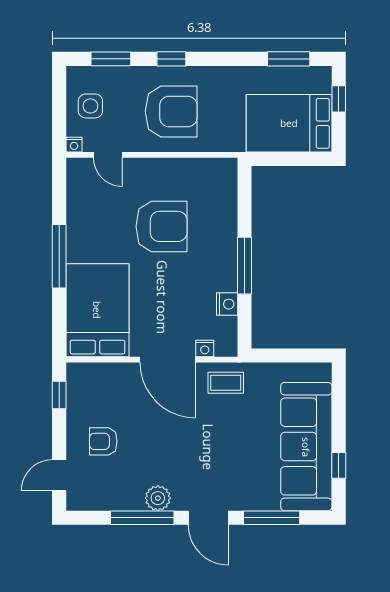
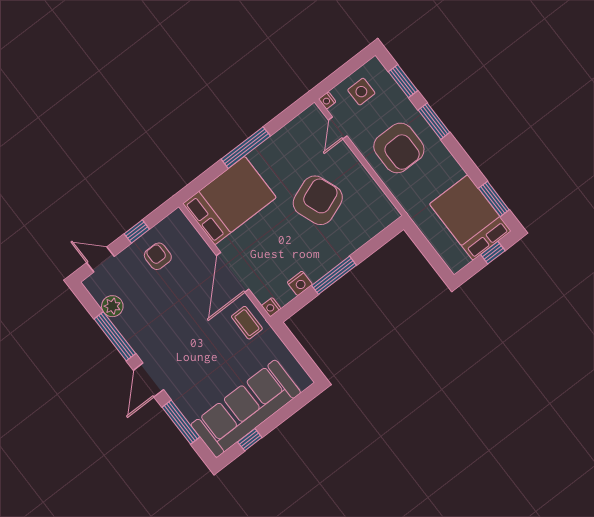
window: (171, 59) -> (434, 121), width x1.50
bed: (289, 123) -> (470, 218), moved
armchair: (162, 226) -> (318, 200), turned -111
nightstand: (205, 348) -> (271, 307), moved
window: (59, 395) -> (137, 231), moved
armchair: (103, 441) -> (158, 256), moved
plant: (158, 498) -> (112, 306), moved

